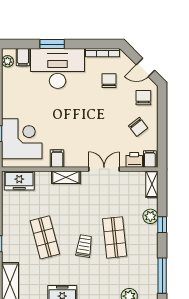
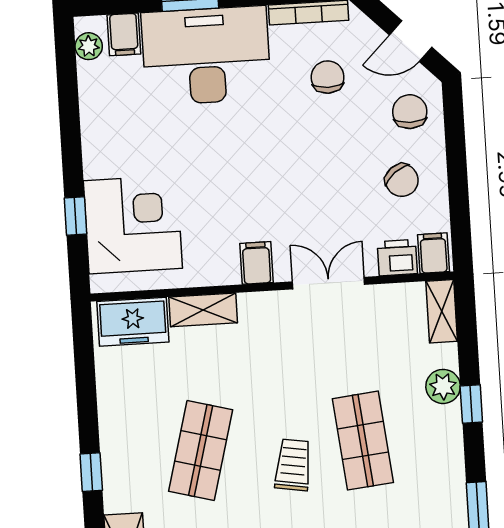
filing cabinet: (57, 159) -> (257, 263), moved
shelving: (66, 177) -> (203, 310), moved
shop shelf: (45, 237) -> (201, 451), turned 30

